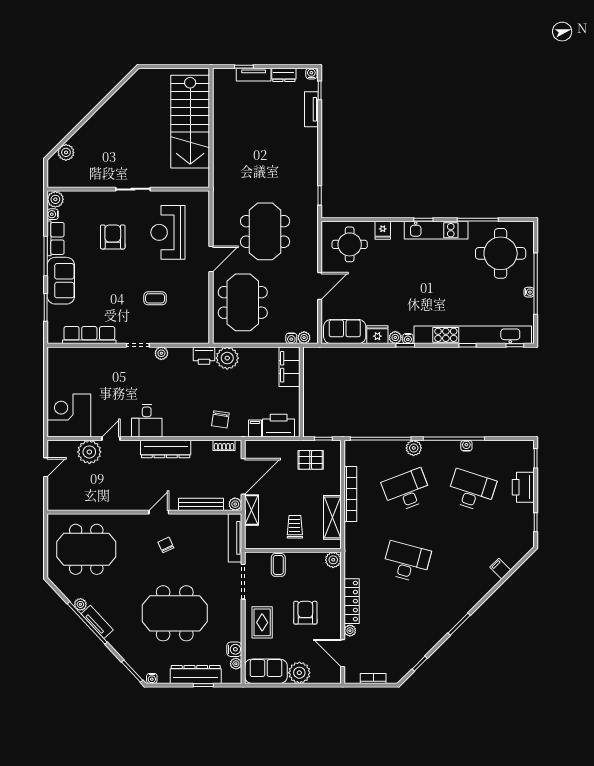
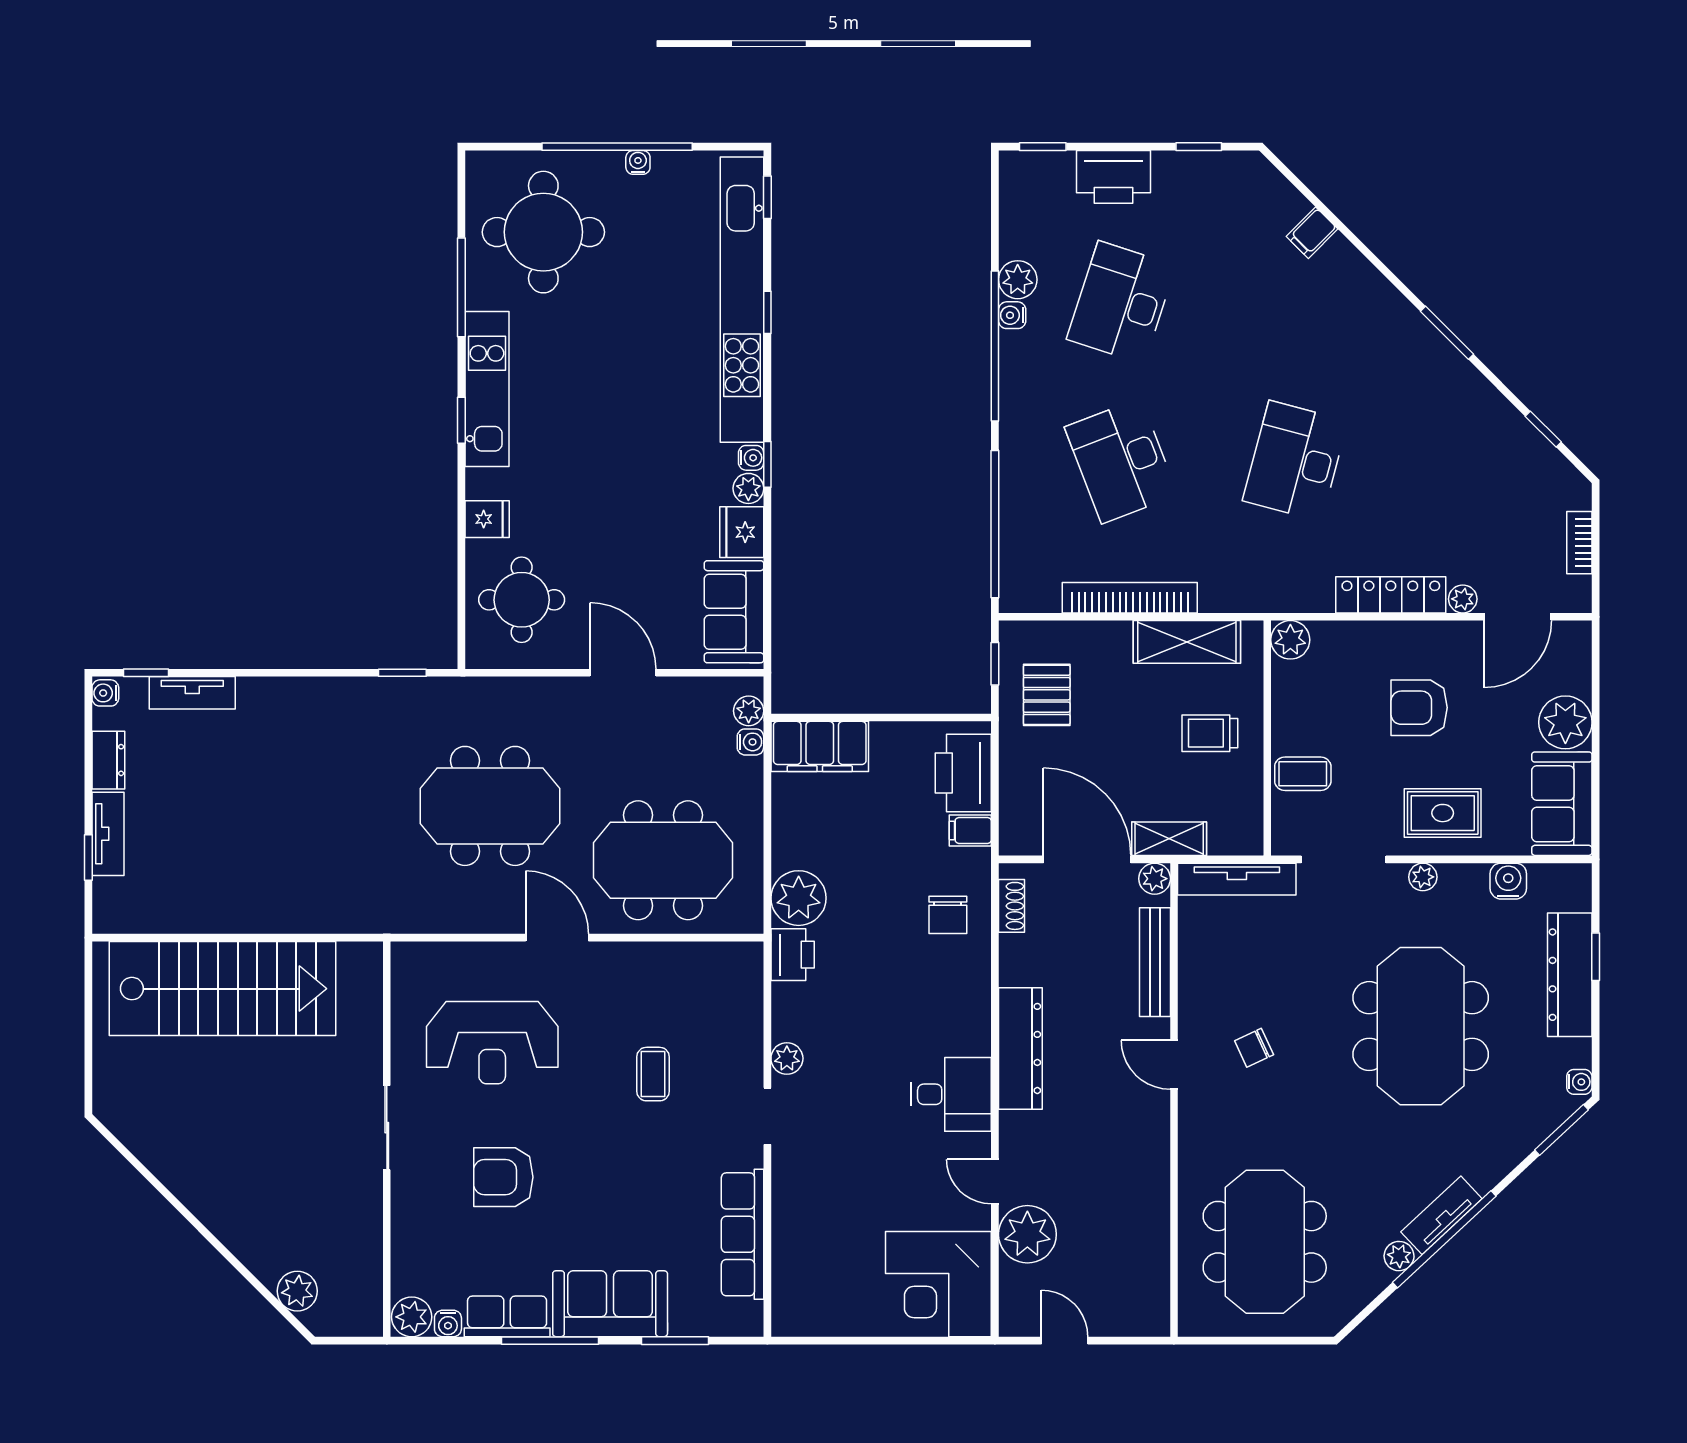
chair: (220, 419) -> (948, 915), turned 81
plant: (414, 448) -> (1018, 280), moved
plant: (236, 664) -> (1423, 877), moved

